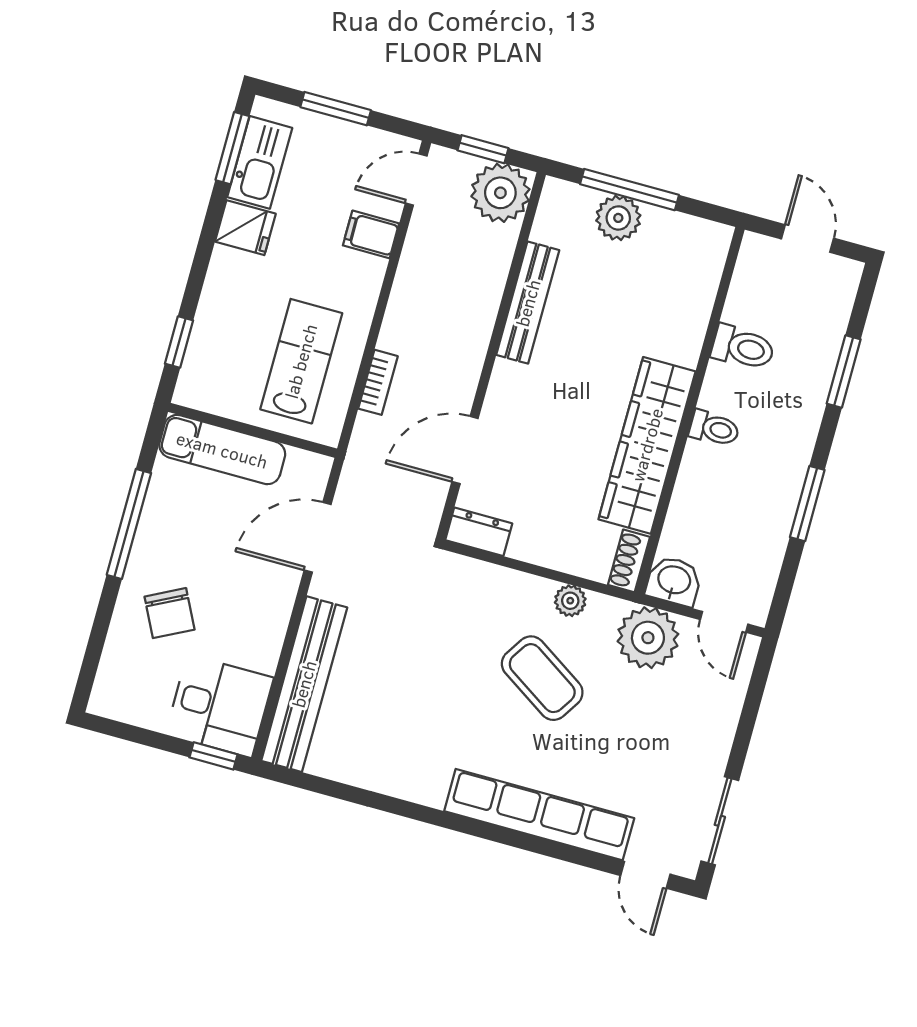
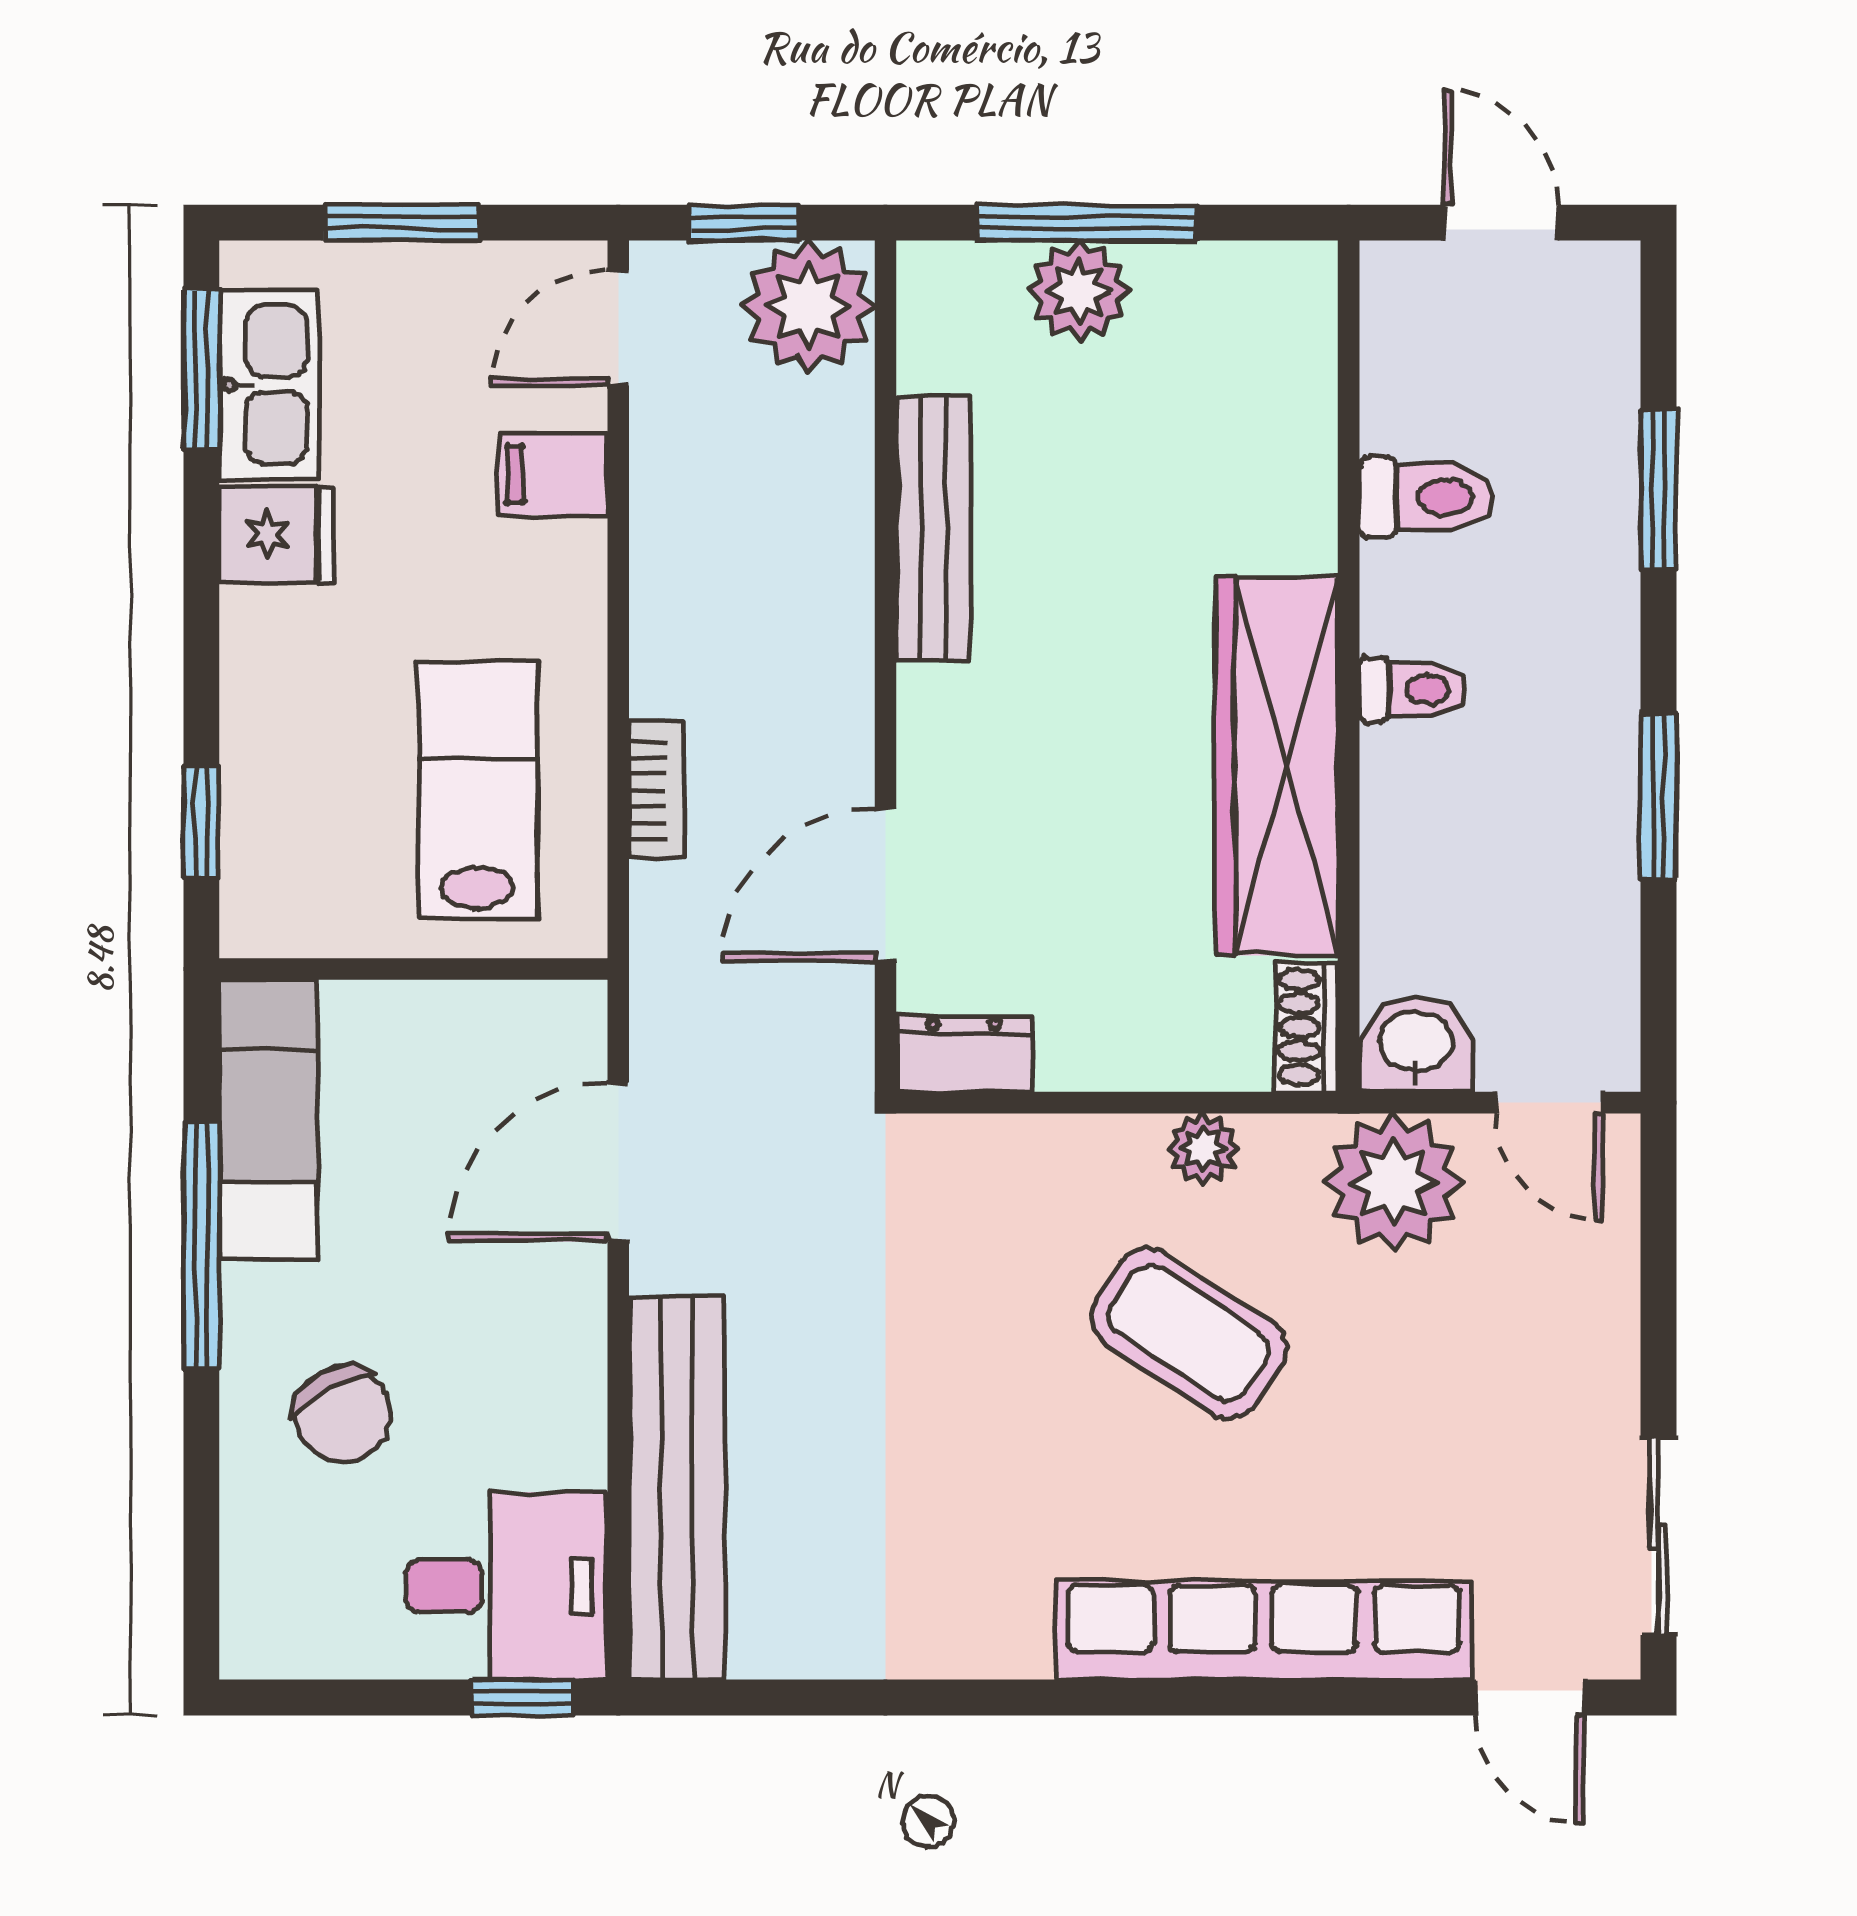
exam couch: (222, 450) -> (268, 1120), moved, turned -90

